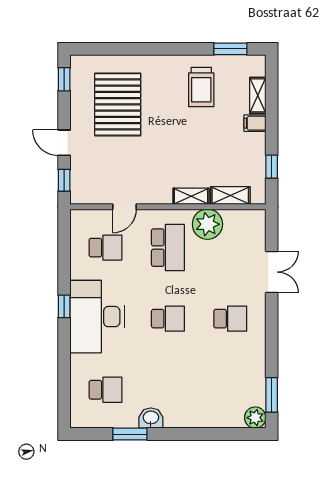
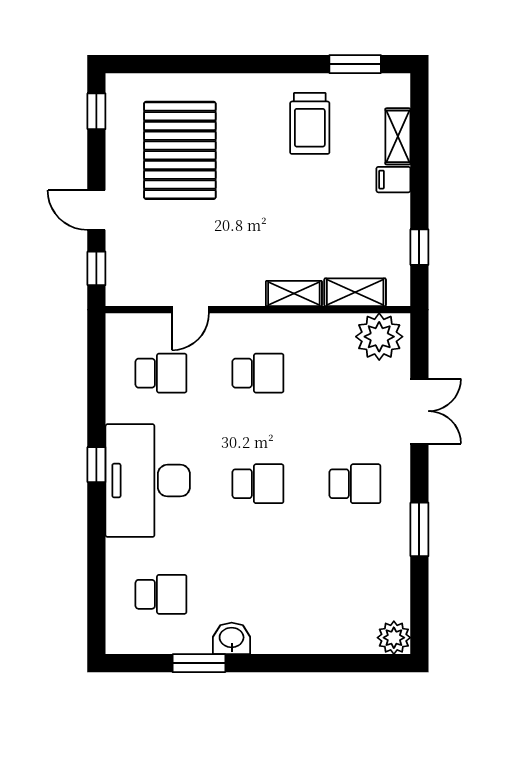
plant: (207, 224) -> (379, 337), moved
school desk: (168, 248) -> (258, 373), width x0.54
window: (272, 395) -> (419, 529), moved

